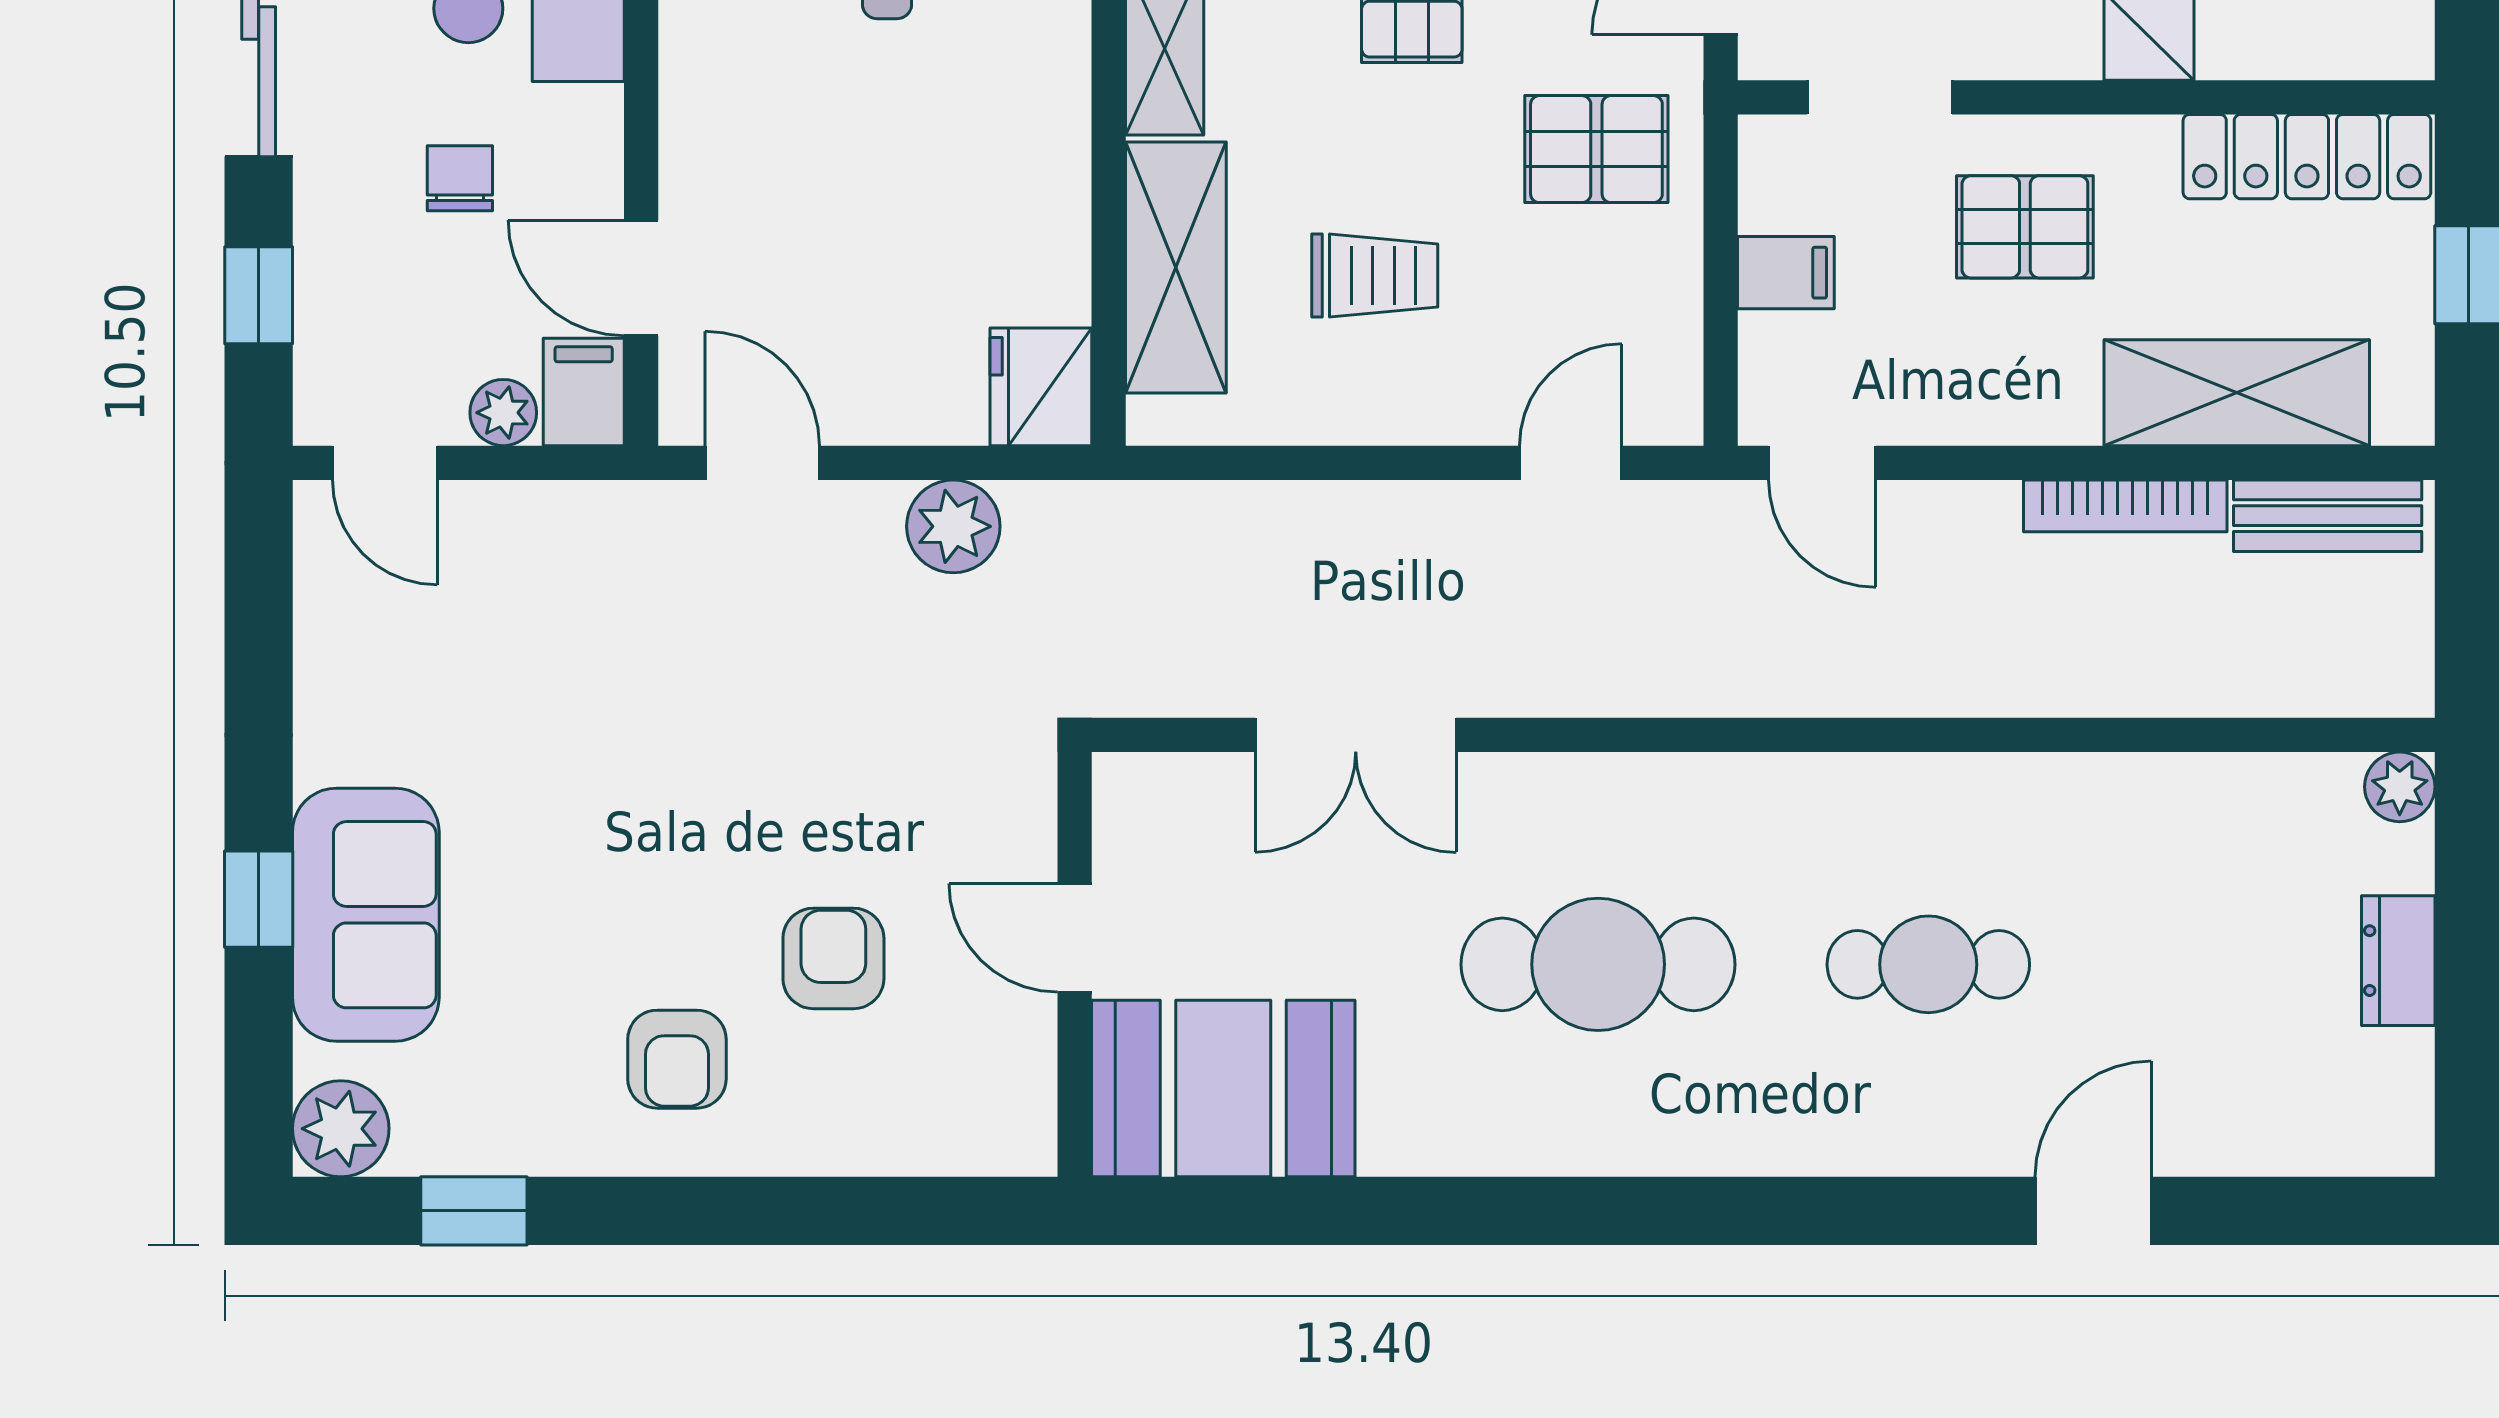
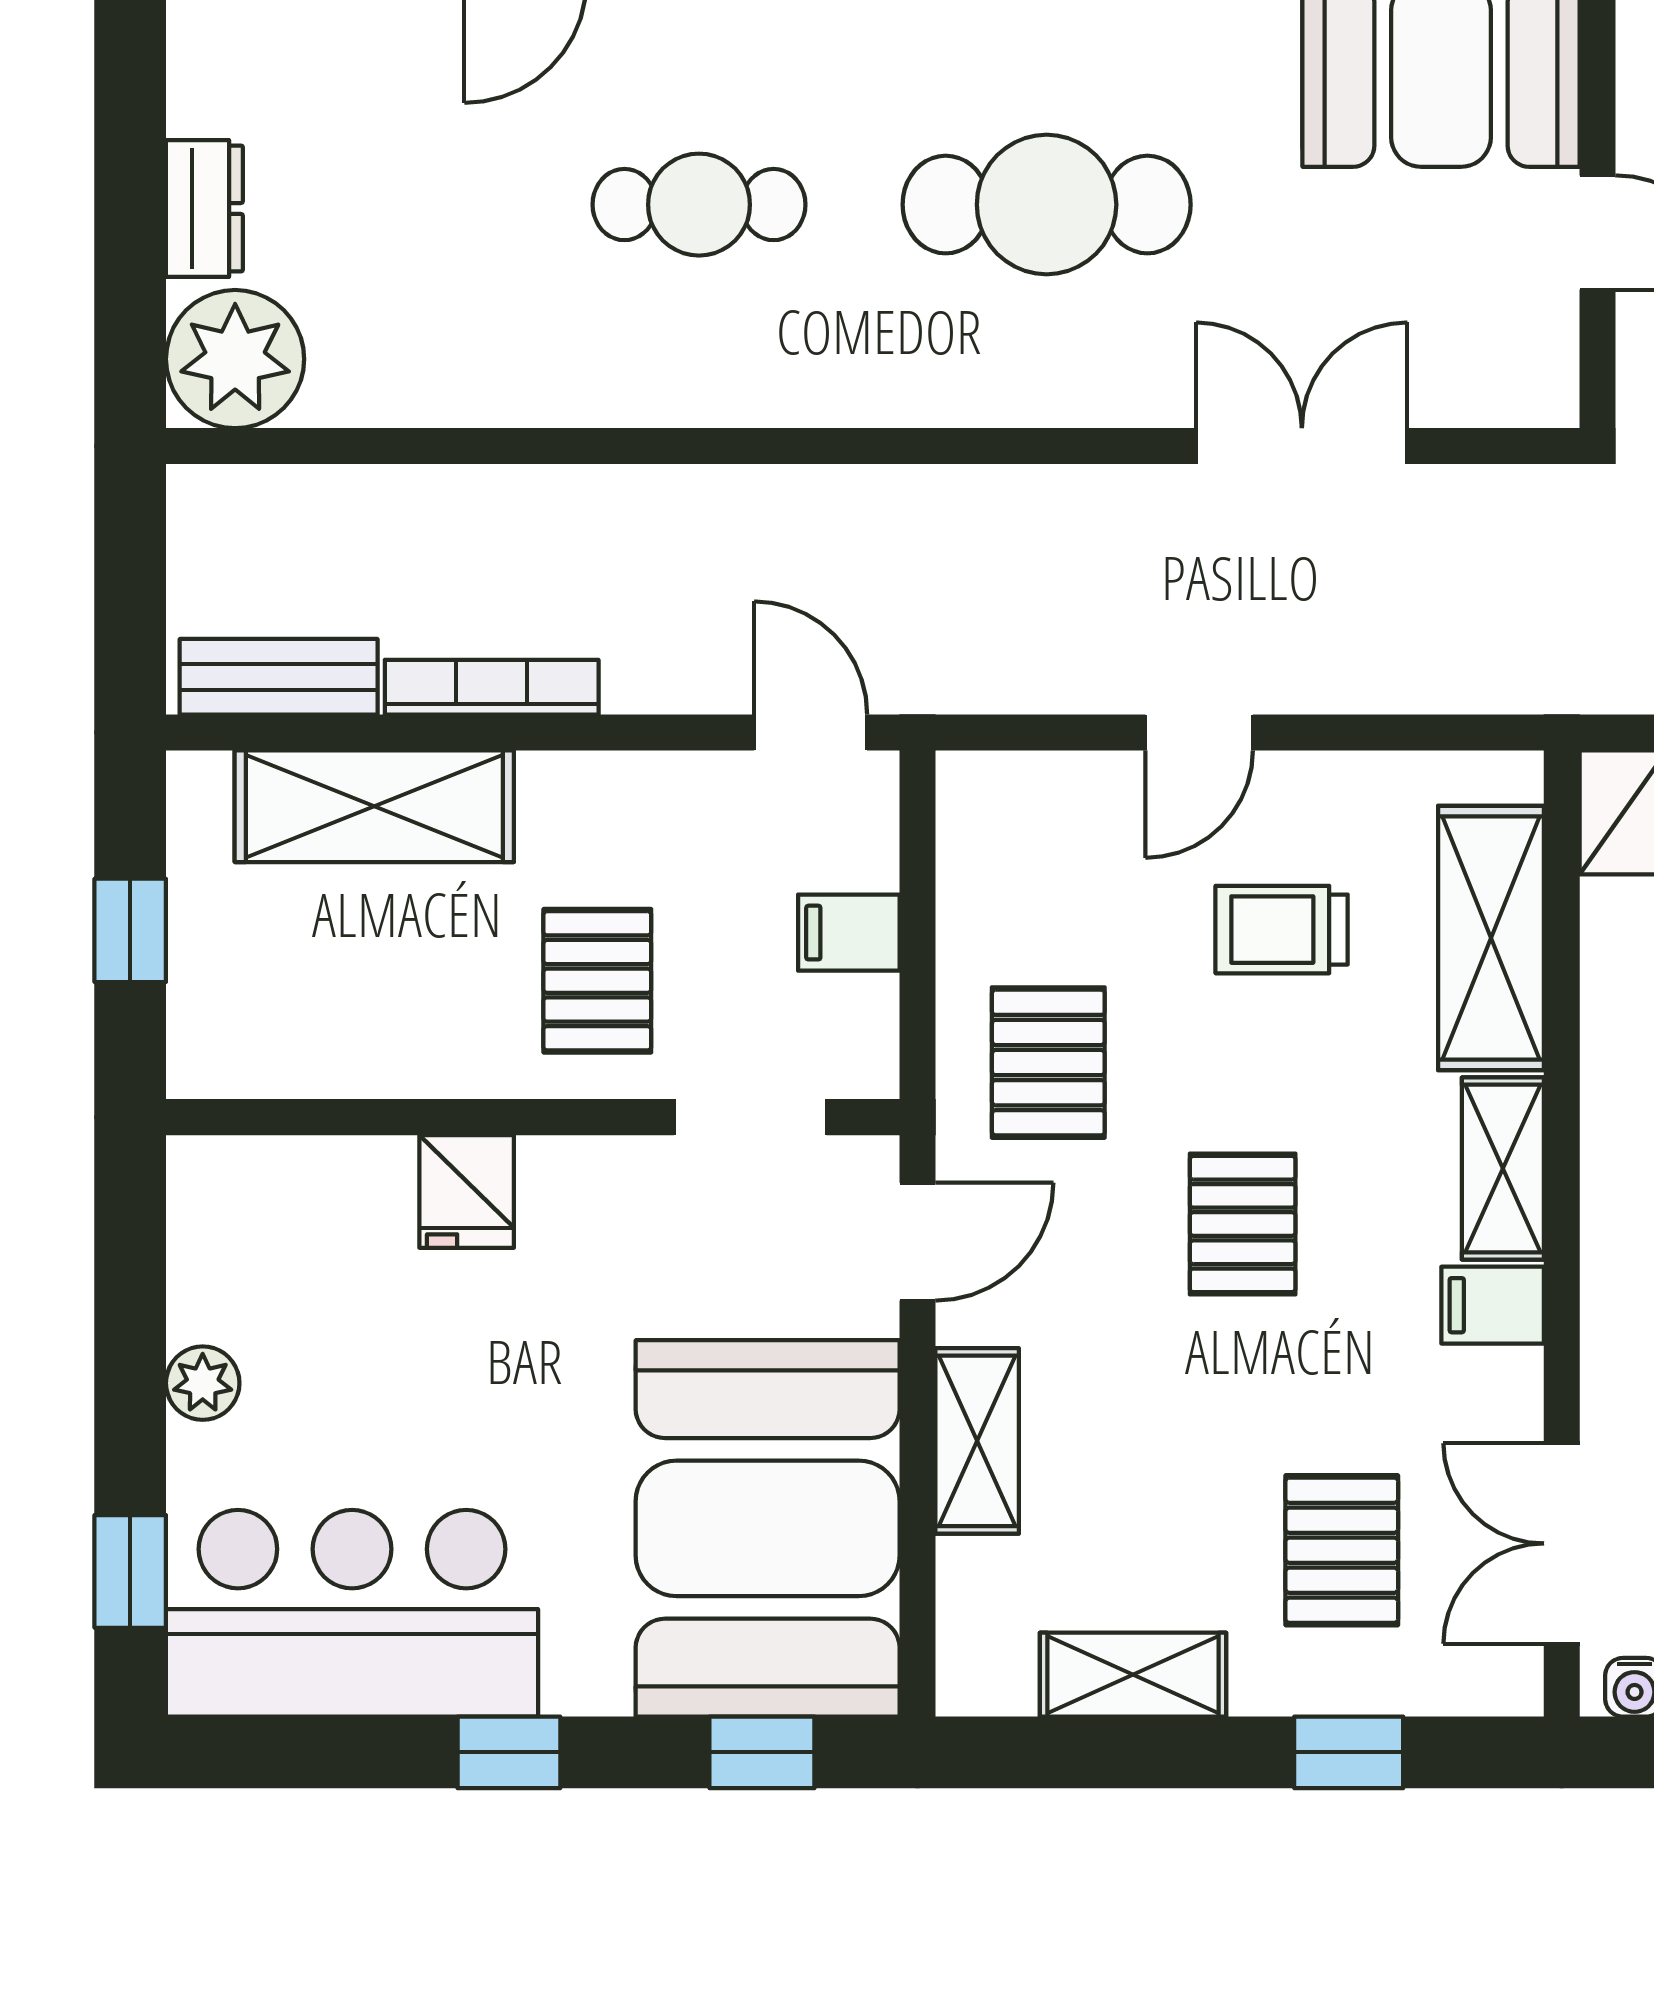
pallet: (1596, 149) -> (1048, 1063), turned 90
locker: (2307, 157) -> (300, 1055), removed
pallet: (2025, 227) -> (597, 981), turned 90
door: (1571, 463) -> (1199, 732), moved
plant: (2400, 787) -> (235, 359), width x1.88, depth x1.88

